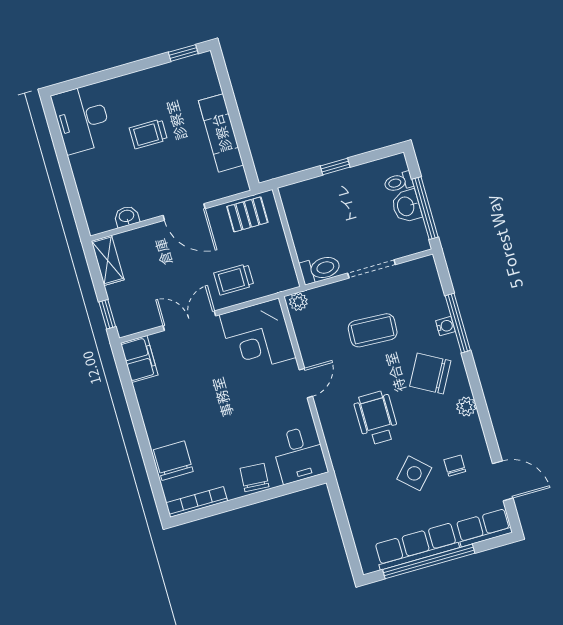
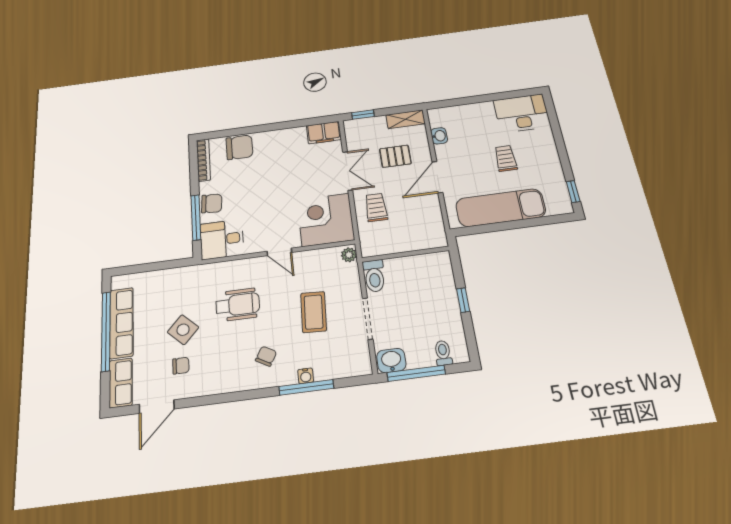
exam couch: (221, 133) -> (501, 208), width x1.36, depth x1.45
washbasin: (406, 206) -> (391, 360), moved
pallet: (247, 214) -> (395, 156), moved, turned 90
chair: (430, 374) -> (266, 356), width x0.54, depth x0.54
plant: (466, 406) -> (230, 384), removed
window: (275, 492) -> (196, 217), added

